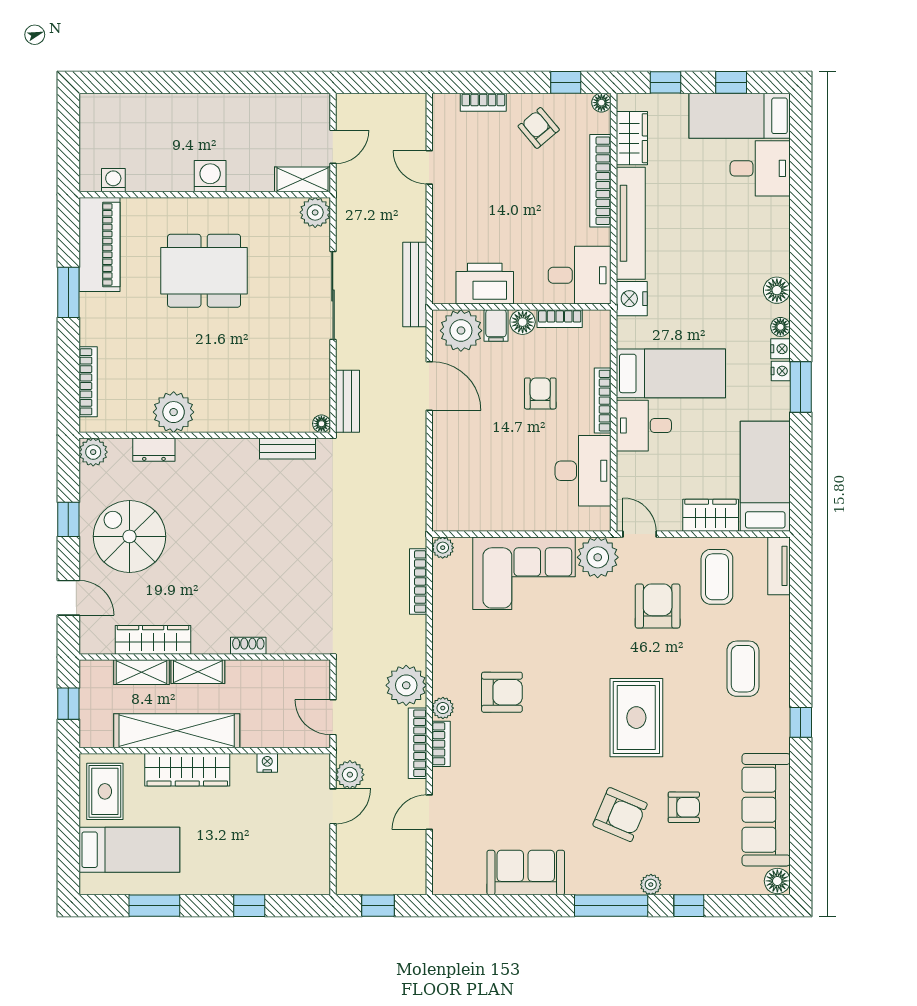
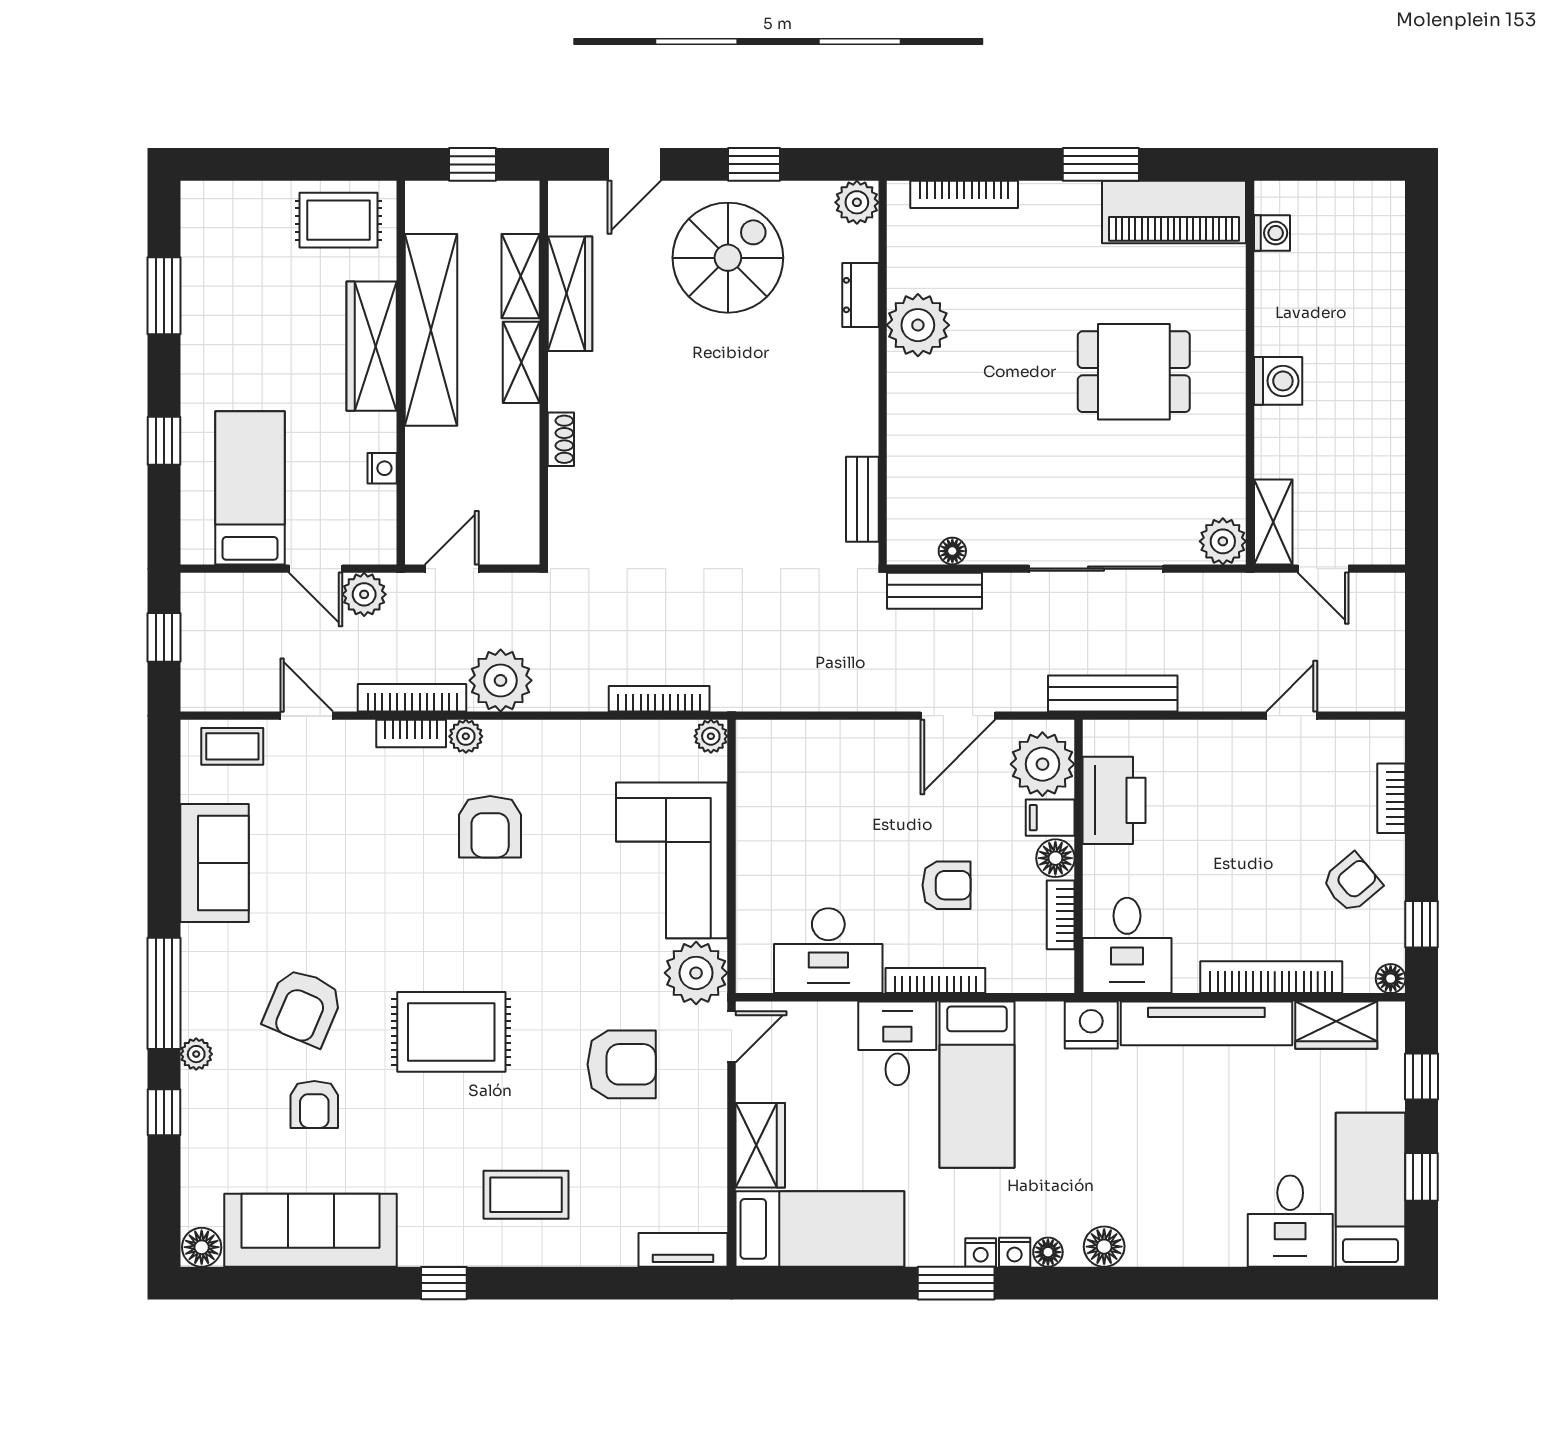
dining table: (204, 271) -> (1134, 372), width x0.73
floor lamp: (321, 424) -> (952, 551), moved
coffee table: (717, 577) -> (232, 746), moved, width x0.73, depth x0.77
bed: (129, 850) -> (250, 488), moved, turned 180

